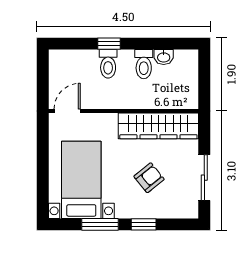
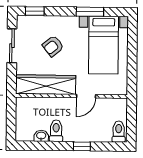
toilet: (108, 64) -> (119, 132), moved
door: (67, 111) -> (86, 96), moved
window: (144, 224) -> (35, 11), moved

